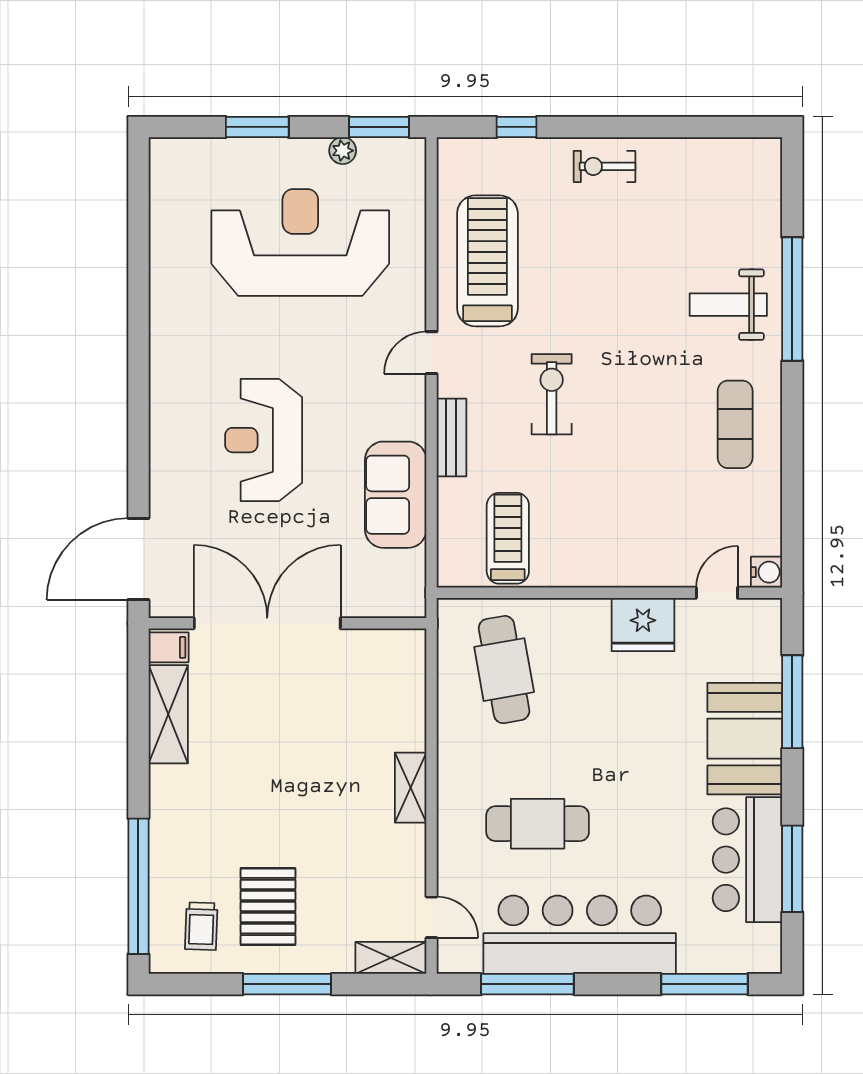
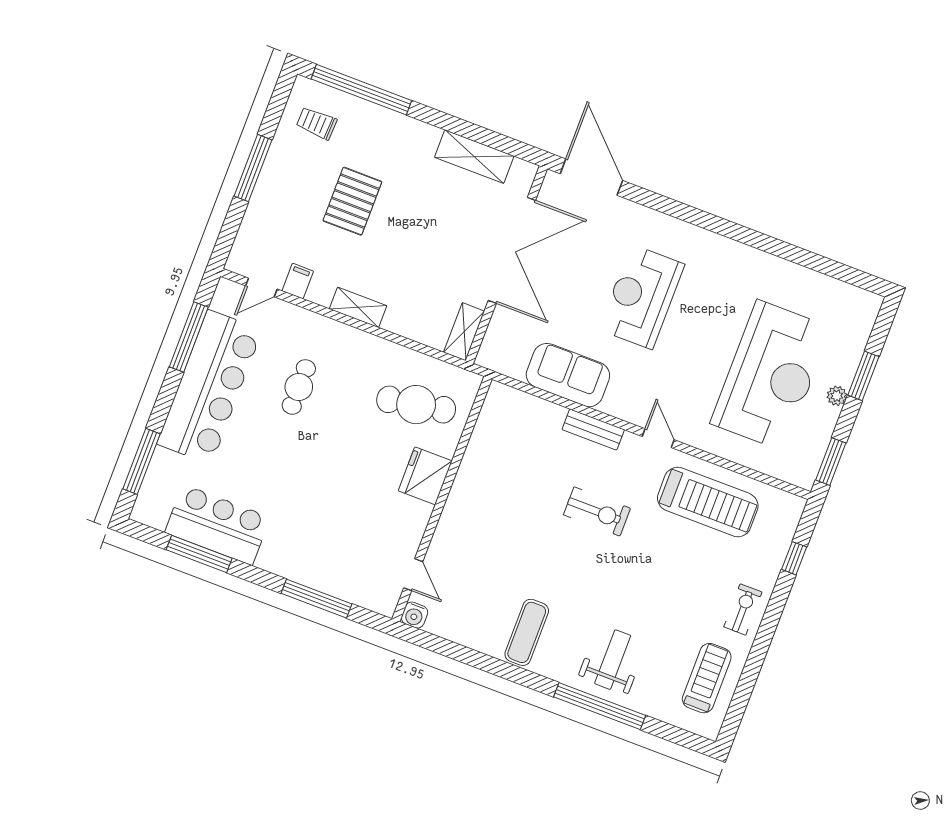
plant: (343, 151) -> (837, 396), moved
exercise mat: (735, 424) -> (527, 632), turned 90
reception desk: (264, 440) -> (642, 297), turned -90
treadmill: (508, 538) -> (707, 678), moved, turned -90
fridge: (643, 625) -> (425, 476), moved
filing cabinet: (169, 647) -> (298, 281), moved, turned 180
booth: (745, 739) -> (303, 555), removed
cafe table: (538, 824) -> (299, 387), width x0.73, depth x0.74
pallet: (268, 907) -> (352, 201), moved, turned 90
shelving: (391, 958) -> (464, 332), moved

